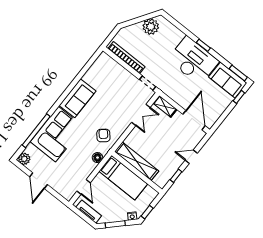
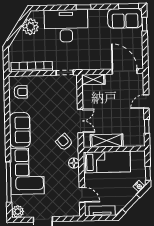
desk: (193, 60) -> (66, 26), moved
armchair: (102, 70) -> (21, 92), added
double door: (141, 115) -> (80, 121), moved
shelving: (137, 161) -> (107, 141), width x0.68

